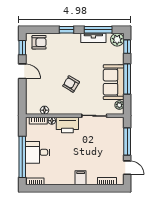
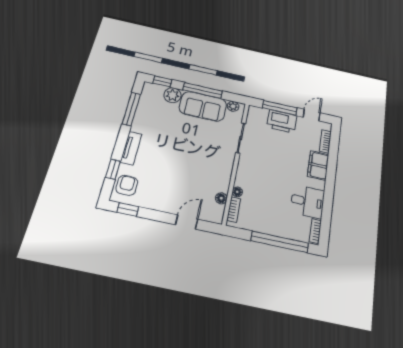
window: (67, 30) -> (113, 169), moved
tv unit: (93, 38) -> (131, 148), moved
plant: (117, 40) -> (172, 95), moved
door: (22, 71) -> (187, 222), moved
armchair: (71, 84) -> (194, 157), removed
printer: (67, 125) -> (282, 121), moved, turned 90
desk: (38, 152) -> (307, 202), moved, turned -90
filing cabinet: (81, 178) -> (318, 165), width x2.00

